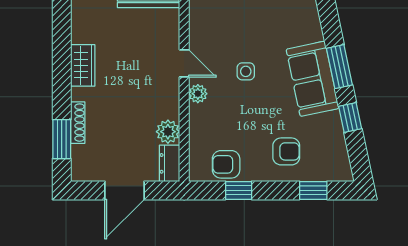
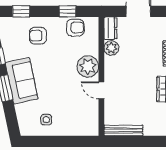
side table: (246, 71) -> (46, 120), moved
plant: (198, 94) -> (88, 66), width x1.88, depth x1.88

